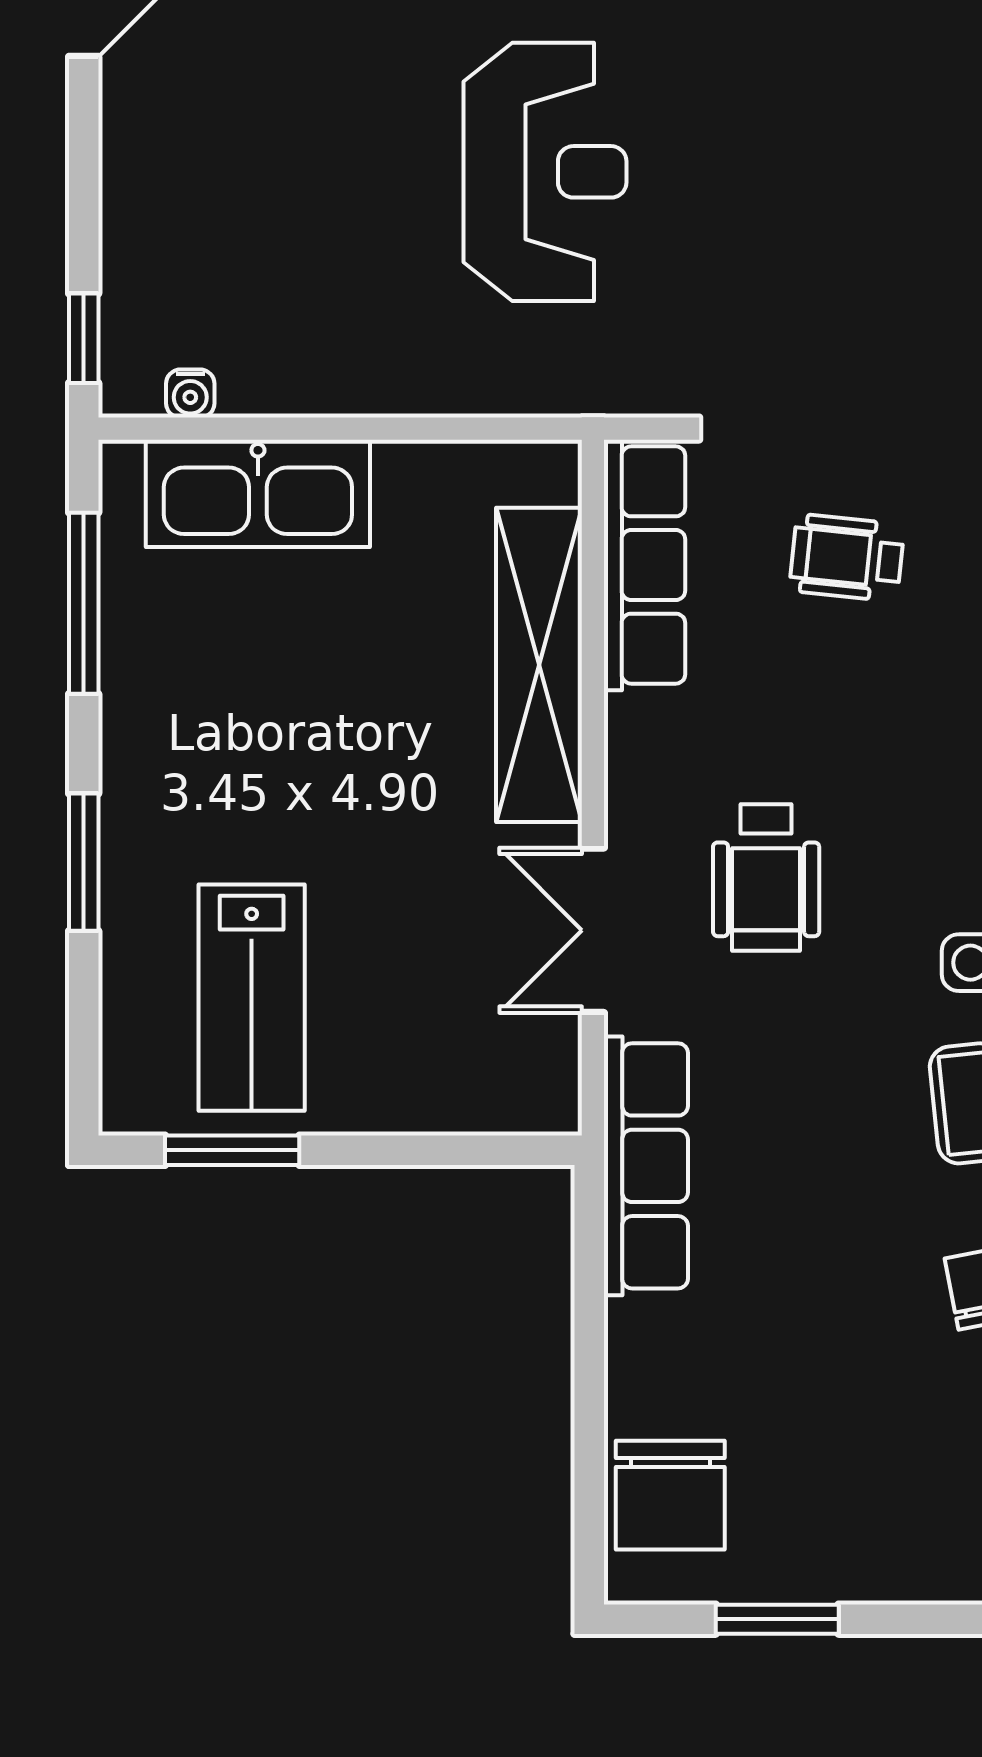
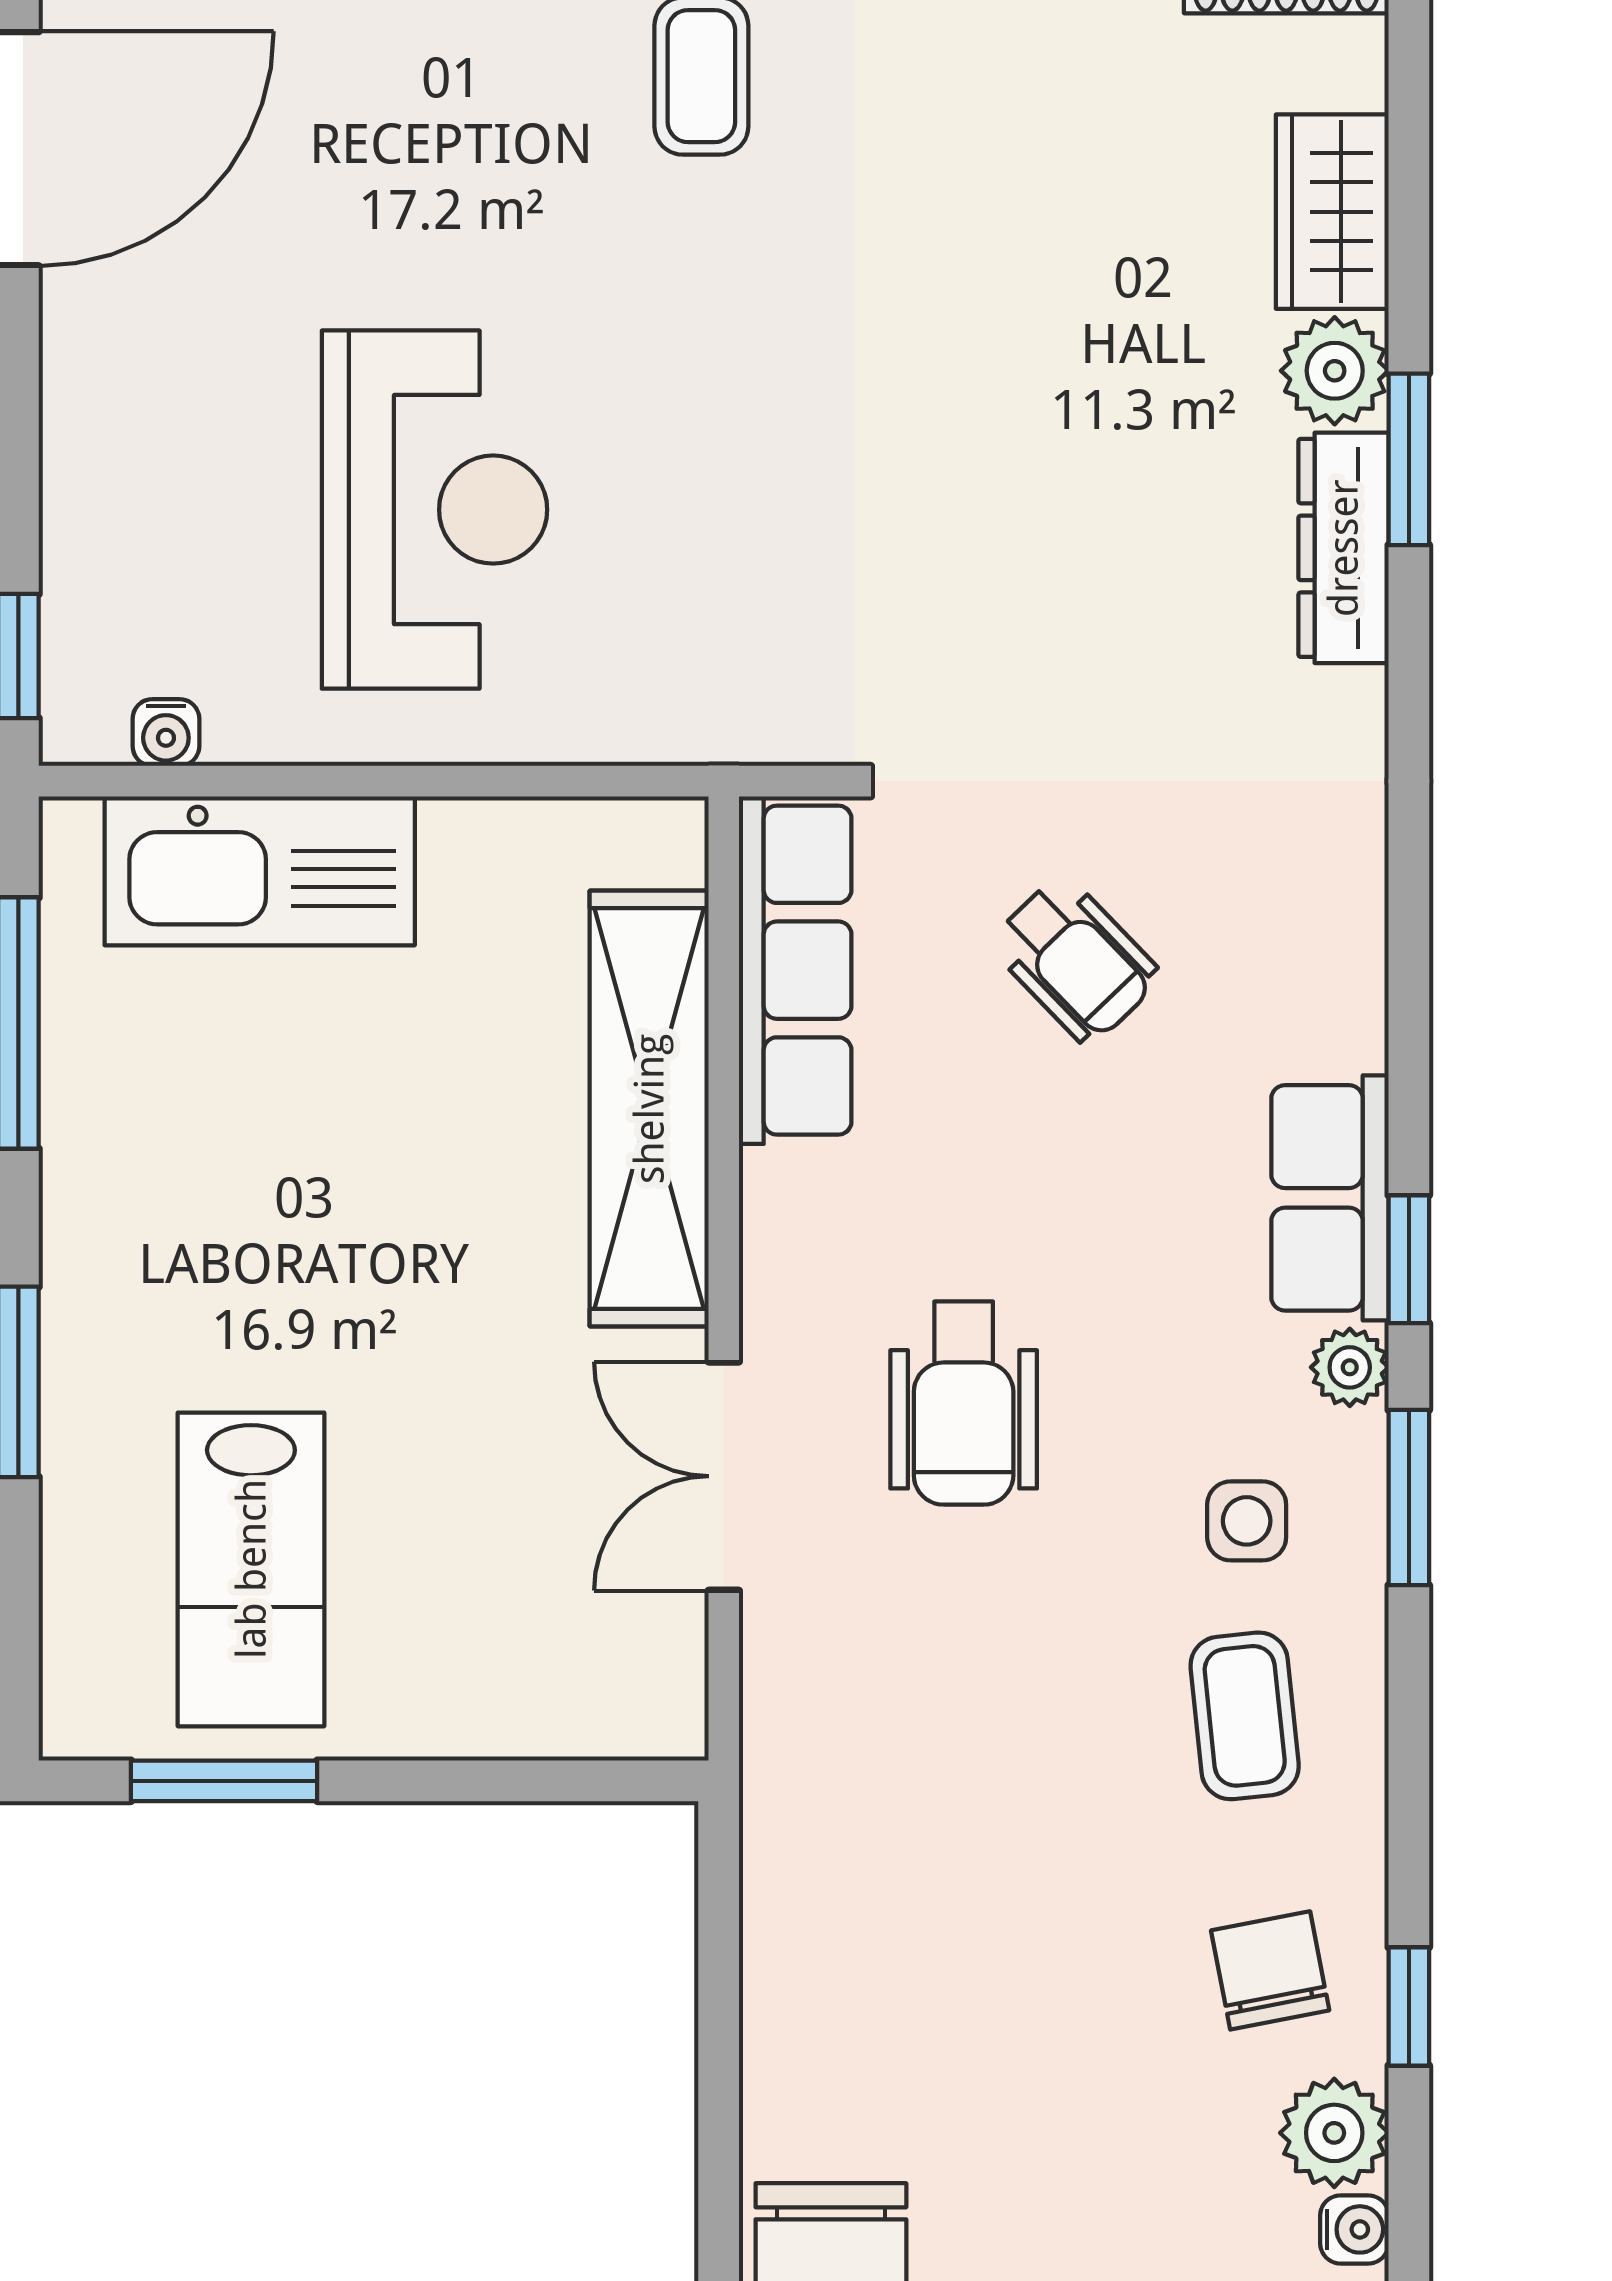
reception desk: (545, 172) -> (435, 510), moved
wheelchair: (847, 558) -> (1075, 960), turned -140
row of seats: (646, 1166) -> (797, 1802), removed

